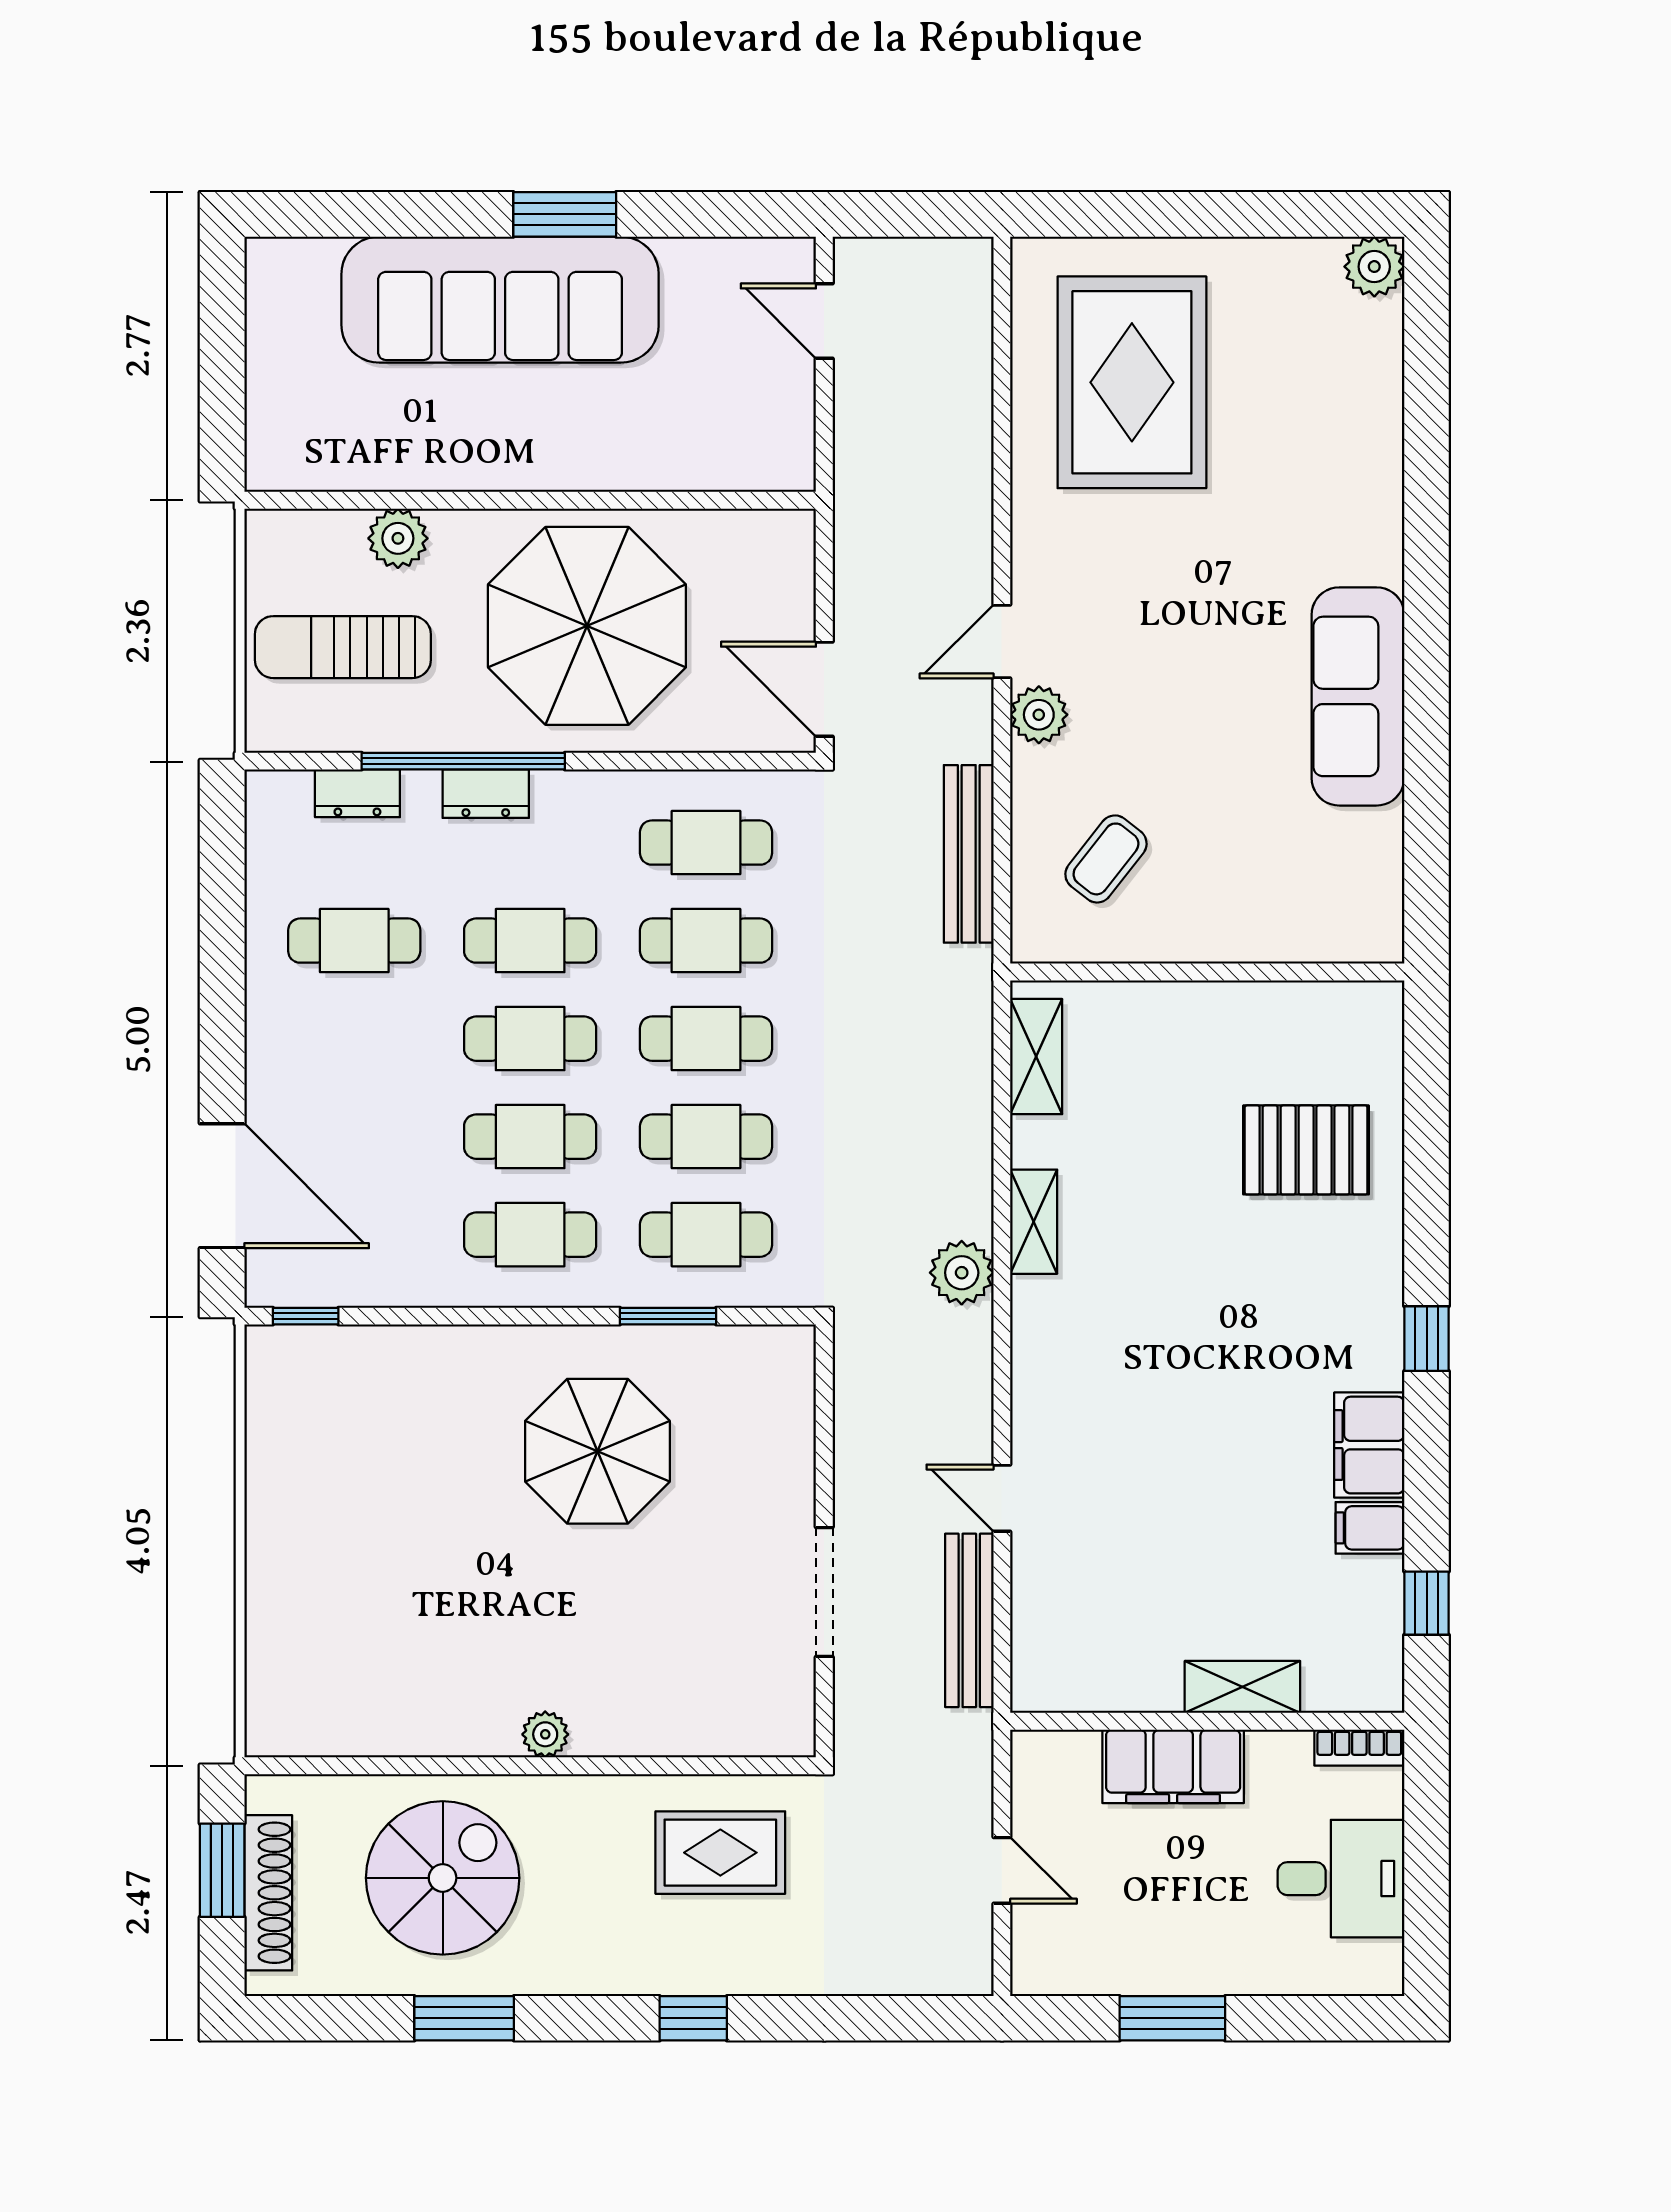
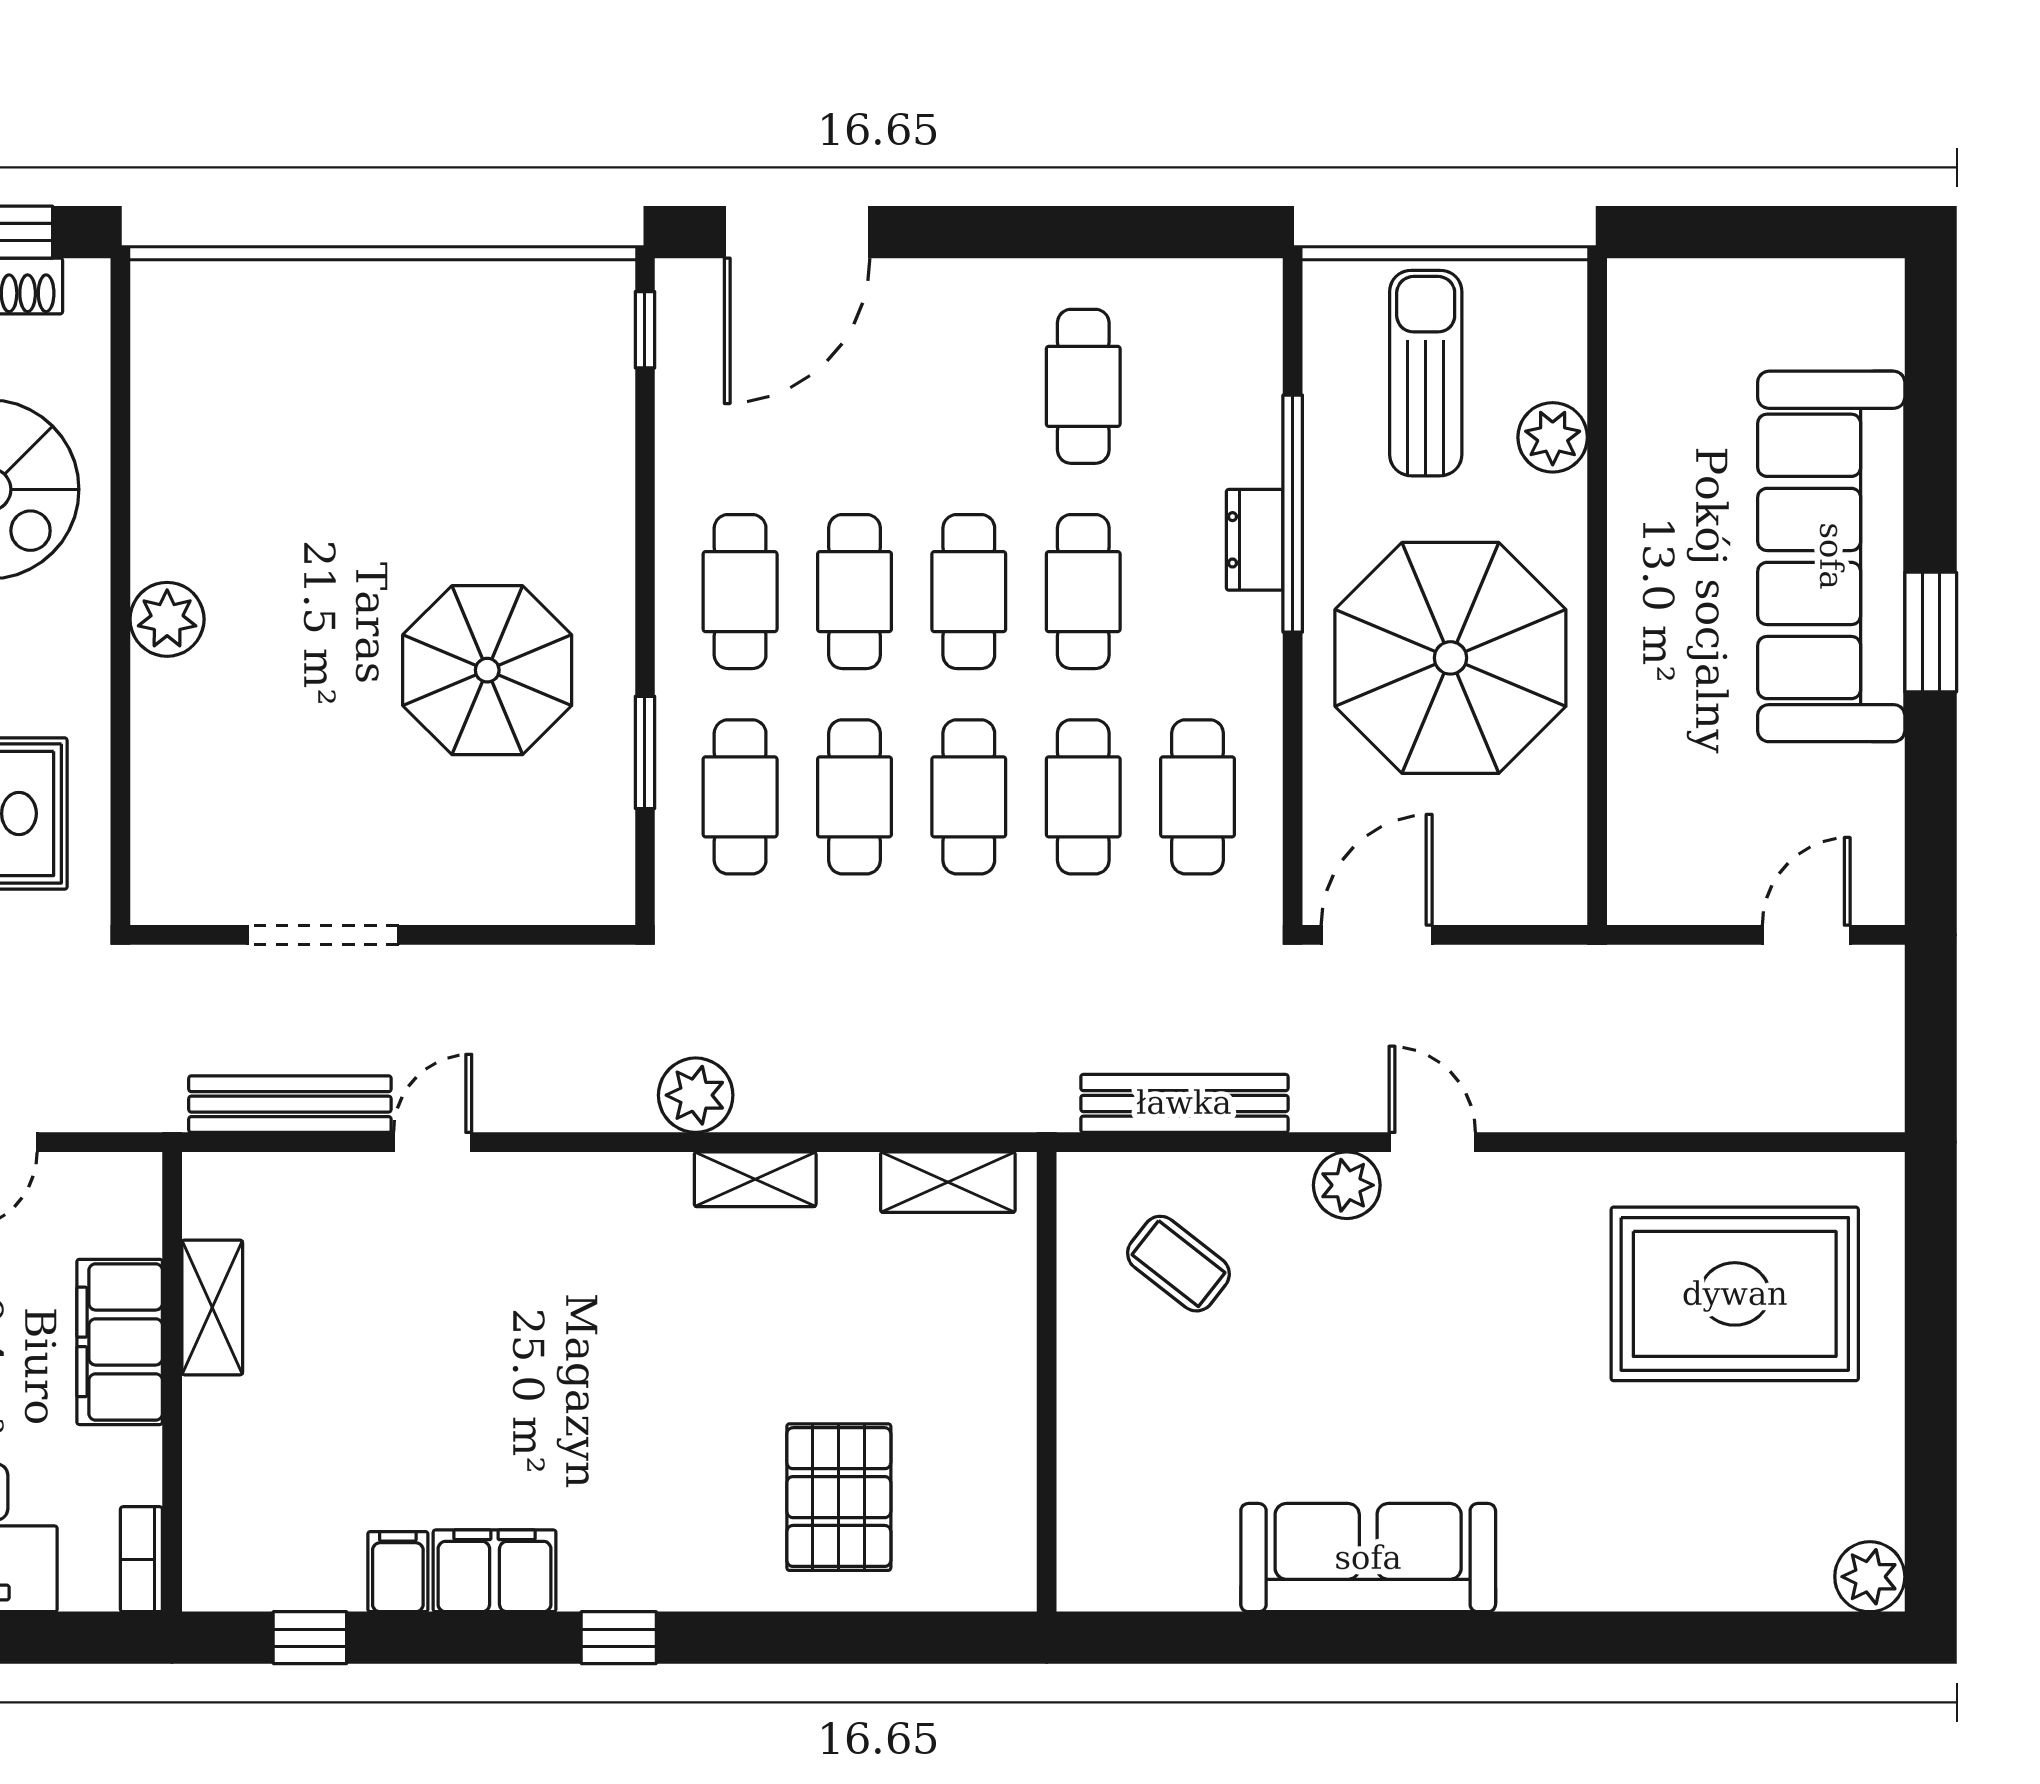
dresser: (357, 793) -> (1255, 390), removed
shelving: (1242, 1687) -> (212, 1307), moved
plant: (545, 1734) -> (167, 619), width x1.38, depth x1.38

